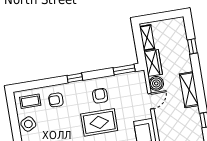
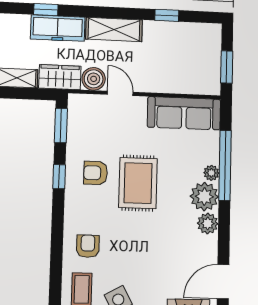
freezer: (183, 56) -> (58, 28), added
window: (75, 78) -> (59, 177), moved
armchair: (56, 100) -> (88, 246), turned 180

